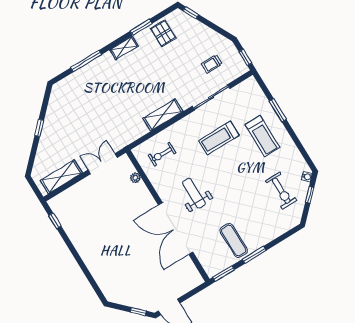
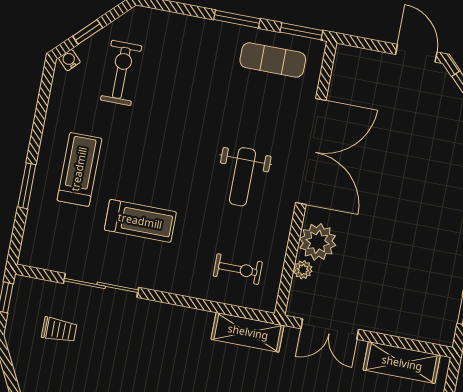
shelving: (163, 115) -> (248, 332), moved
plant: (140, 194) -> (318, 242), added
exercise mat: (234, 240) -> (273, 60), moved, turned 90

